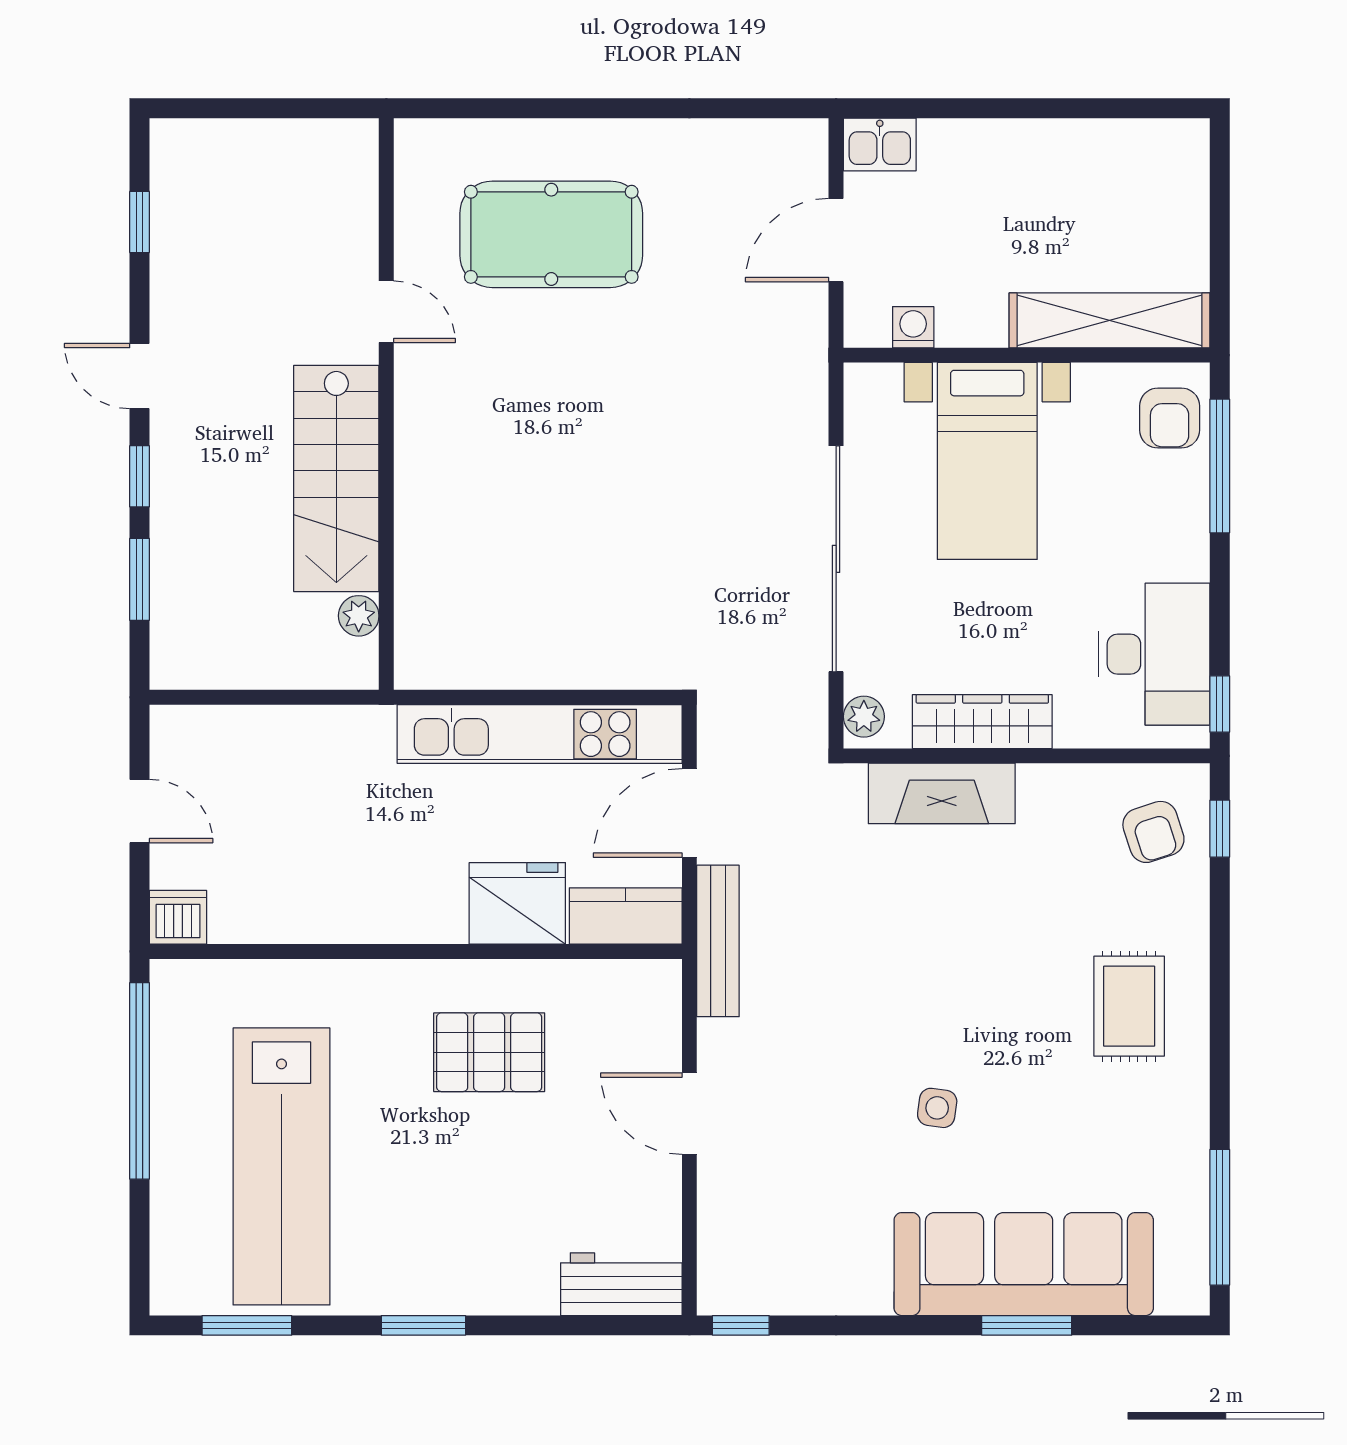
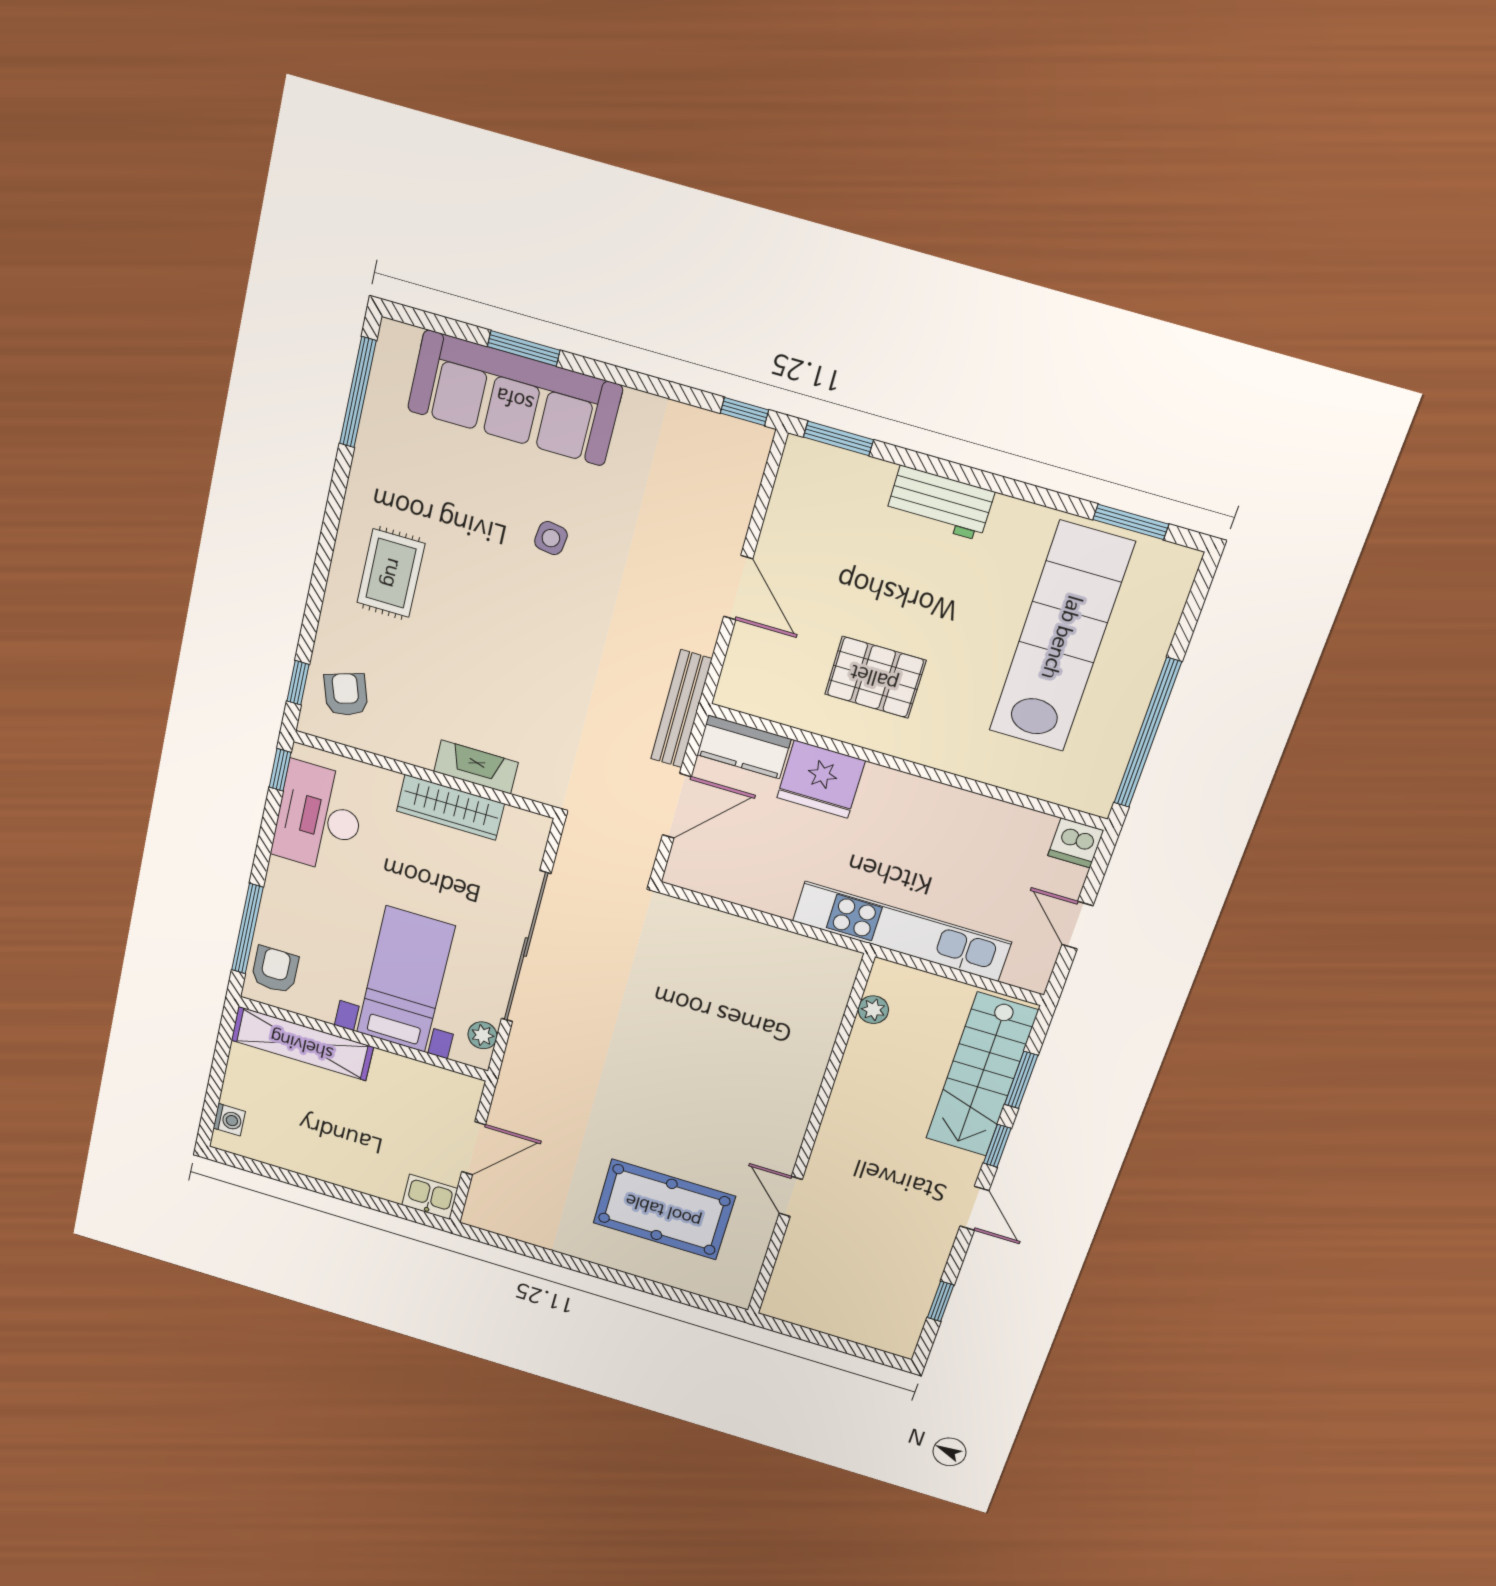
washing machine: (913, 327) -> (229, 1120), moved, turned -90
stairs: (336, 478) -> (982, 1075), moved, turned 180
plant: (864, 717) -> (483, 1035), moved
kitchen unit: (540, 734) -> (902, 931), moved
fireplace: (942, 793) -> (476, 767), width x0.73, depth x0.76
workbench: (621, 1284) -> (940, 503), moved
window: (423, 1325) -> (838, 438), moved

